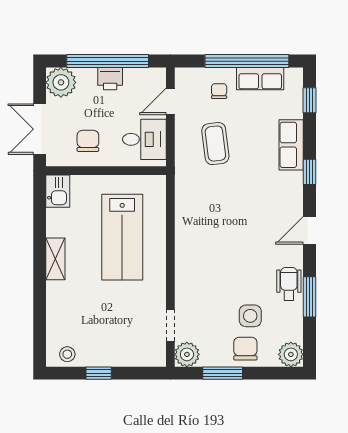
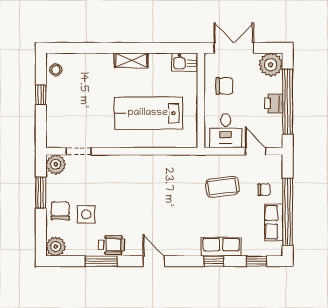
window: (310, 172) -> (213, 261), moved
chair: (245, 349) -> (60, 211), turned -90

